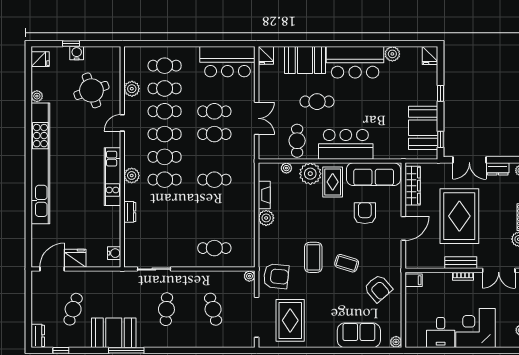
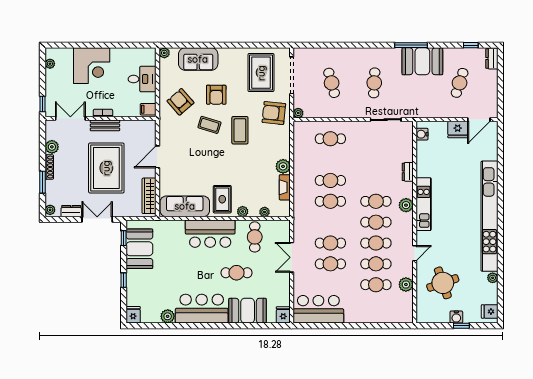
cafe table: (165, 66) -> (330, 180), moved
plant: (310, 174) -> (243, 212), width x0.53, depth x0.53
armchair: (365, 213) -> (216, 95), moved
desk: (441, 332) -> (142, 79), moved, turned 90

